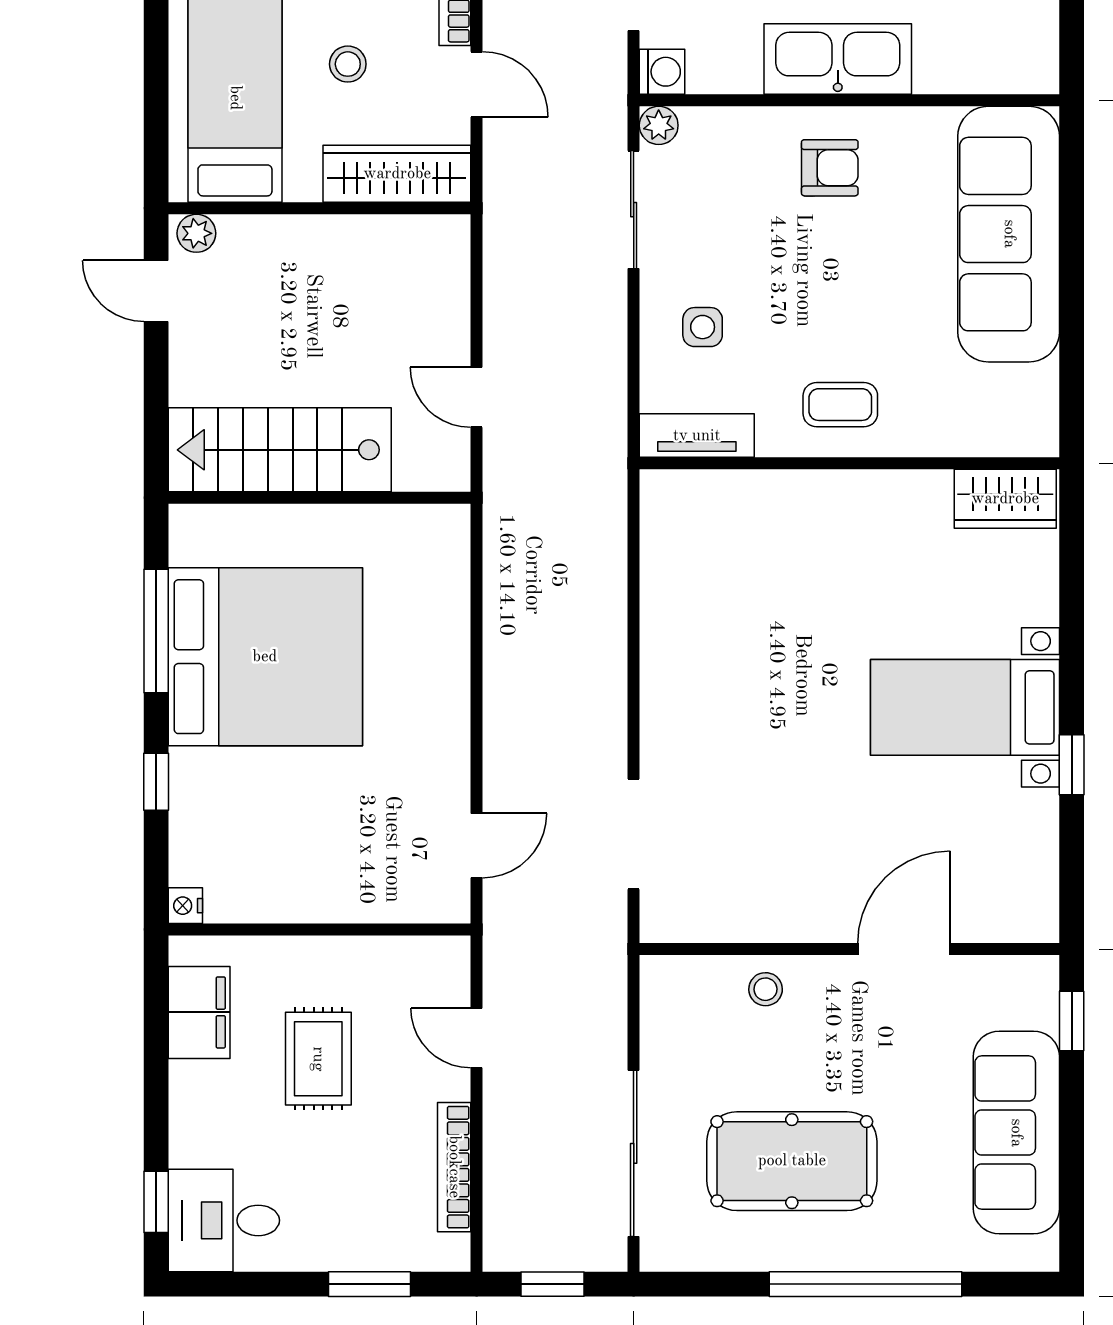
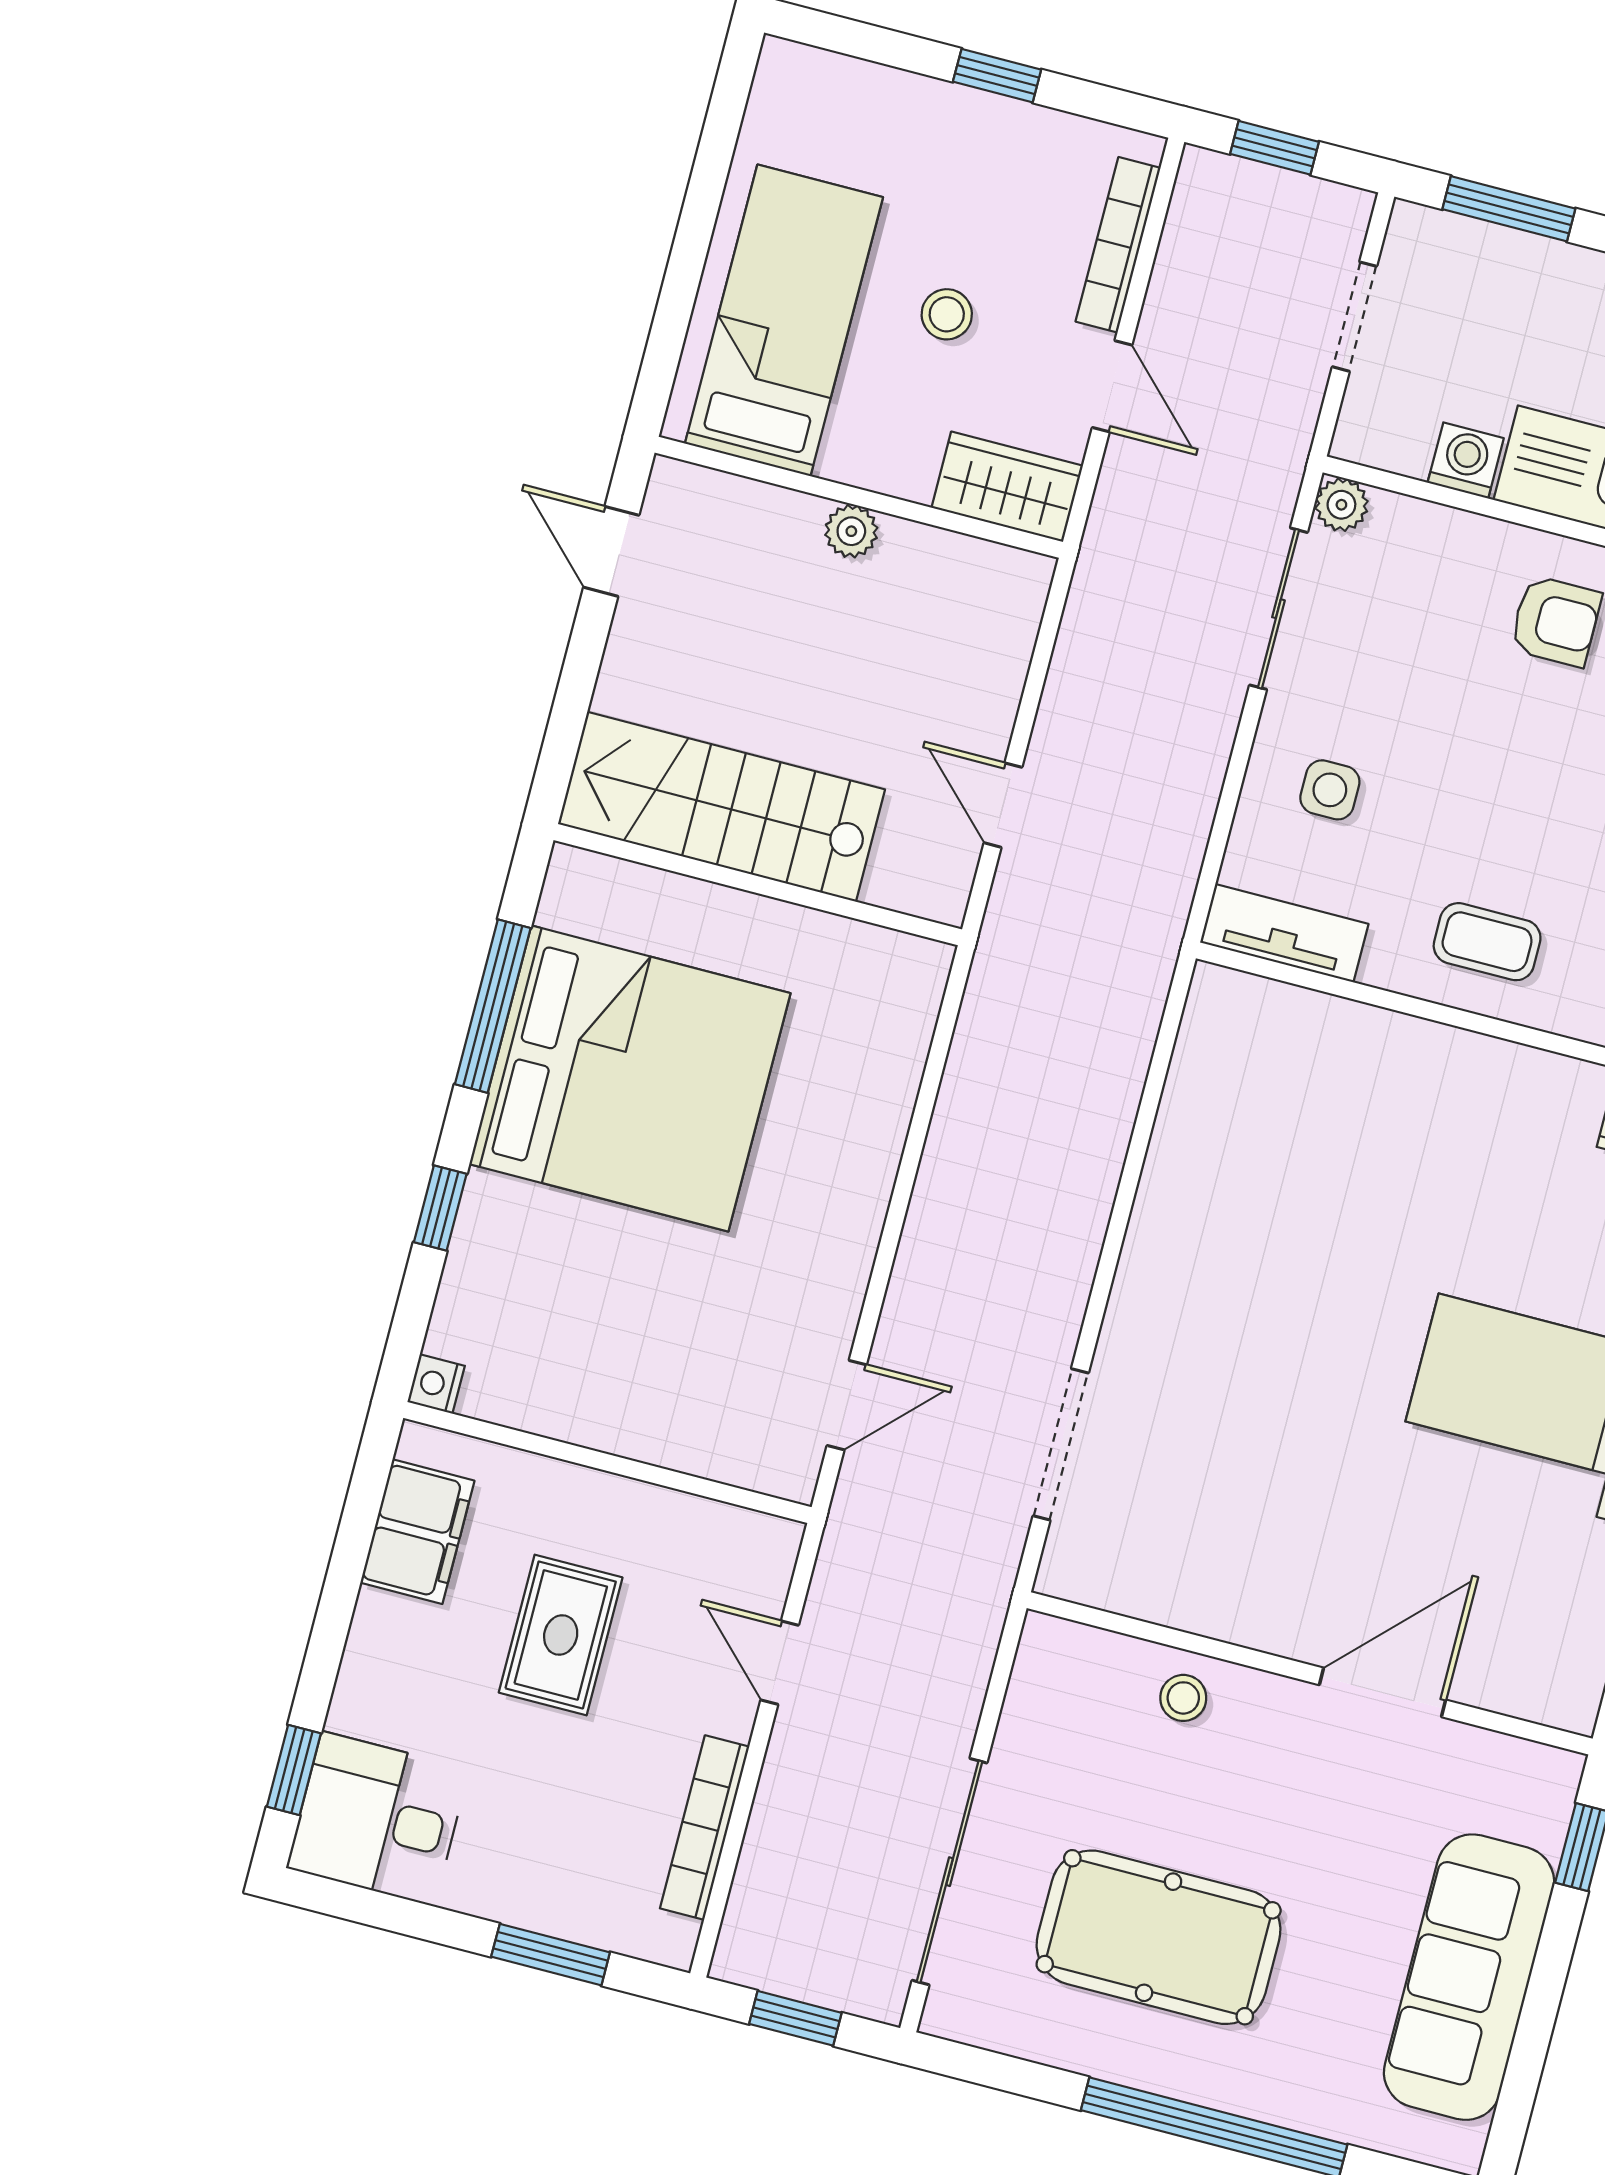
washing machine: (662, 72) -> (1466, 460), moved, turned -90
wardrobe: (397, 174) -> (1007, 487), width x0.67
plant: (196, 233) -> (851, 531), moved

